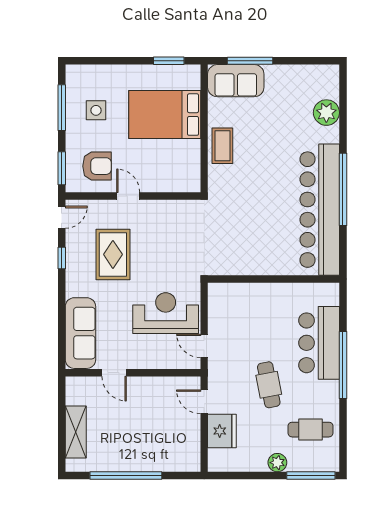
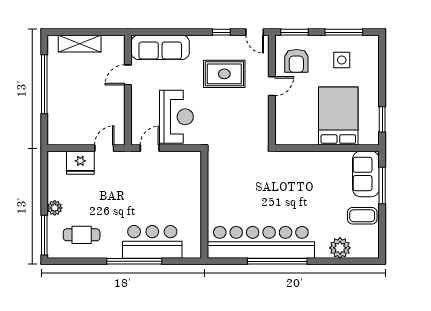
coffee table: (222, 146) -> (362, 216), moved
cafe table: (269, 385) -> (118, 201), removed
cafe table: (311, 430) -> (82, 235), turned 90

